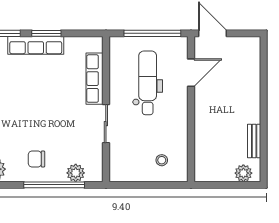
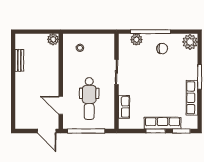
door: (191, 73) -> (61, 105), hinge flipped
row of seats: (95, 79) -> (124, 107), width x0.68
plant: (243, 173) -> (53, 39), moved

